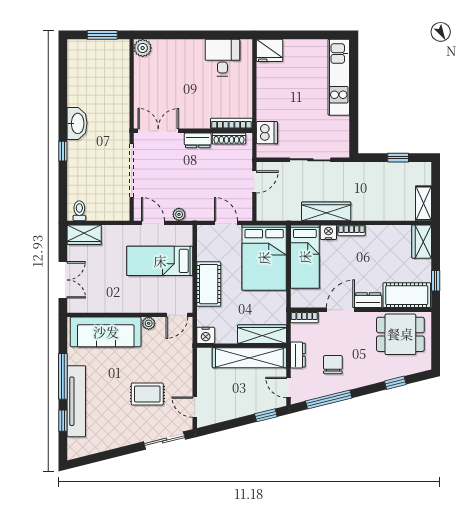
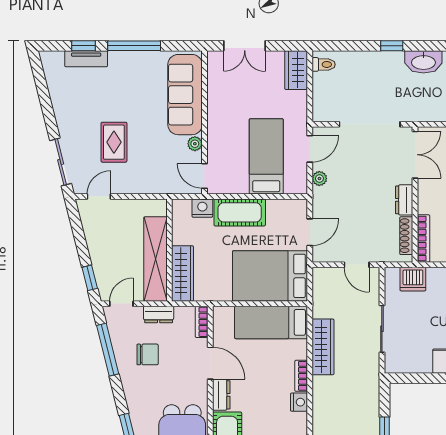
nightstand: (328, 232) -> (299, 402), moved
nightstand: (206, 335) -> (202, 208), moved, turned 90
tv unit: (76, 401) -> (86, 59), width x0.52, depth x0.78

